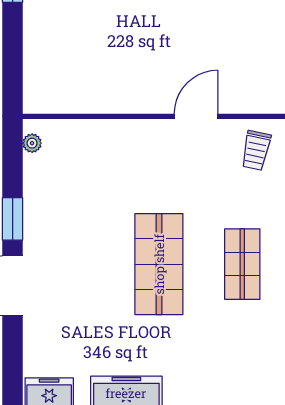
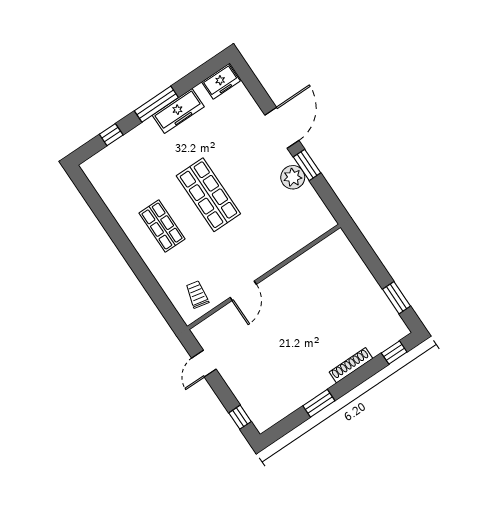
plant: (32, 143) -> (293, 177), moved, width x1.88, depth x1.88

